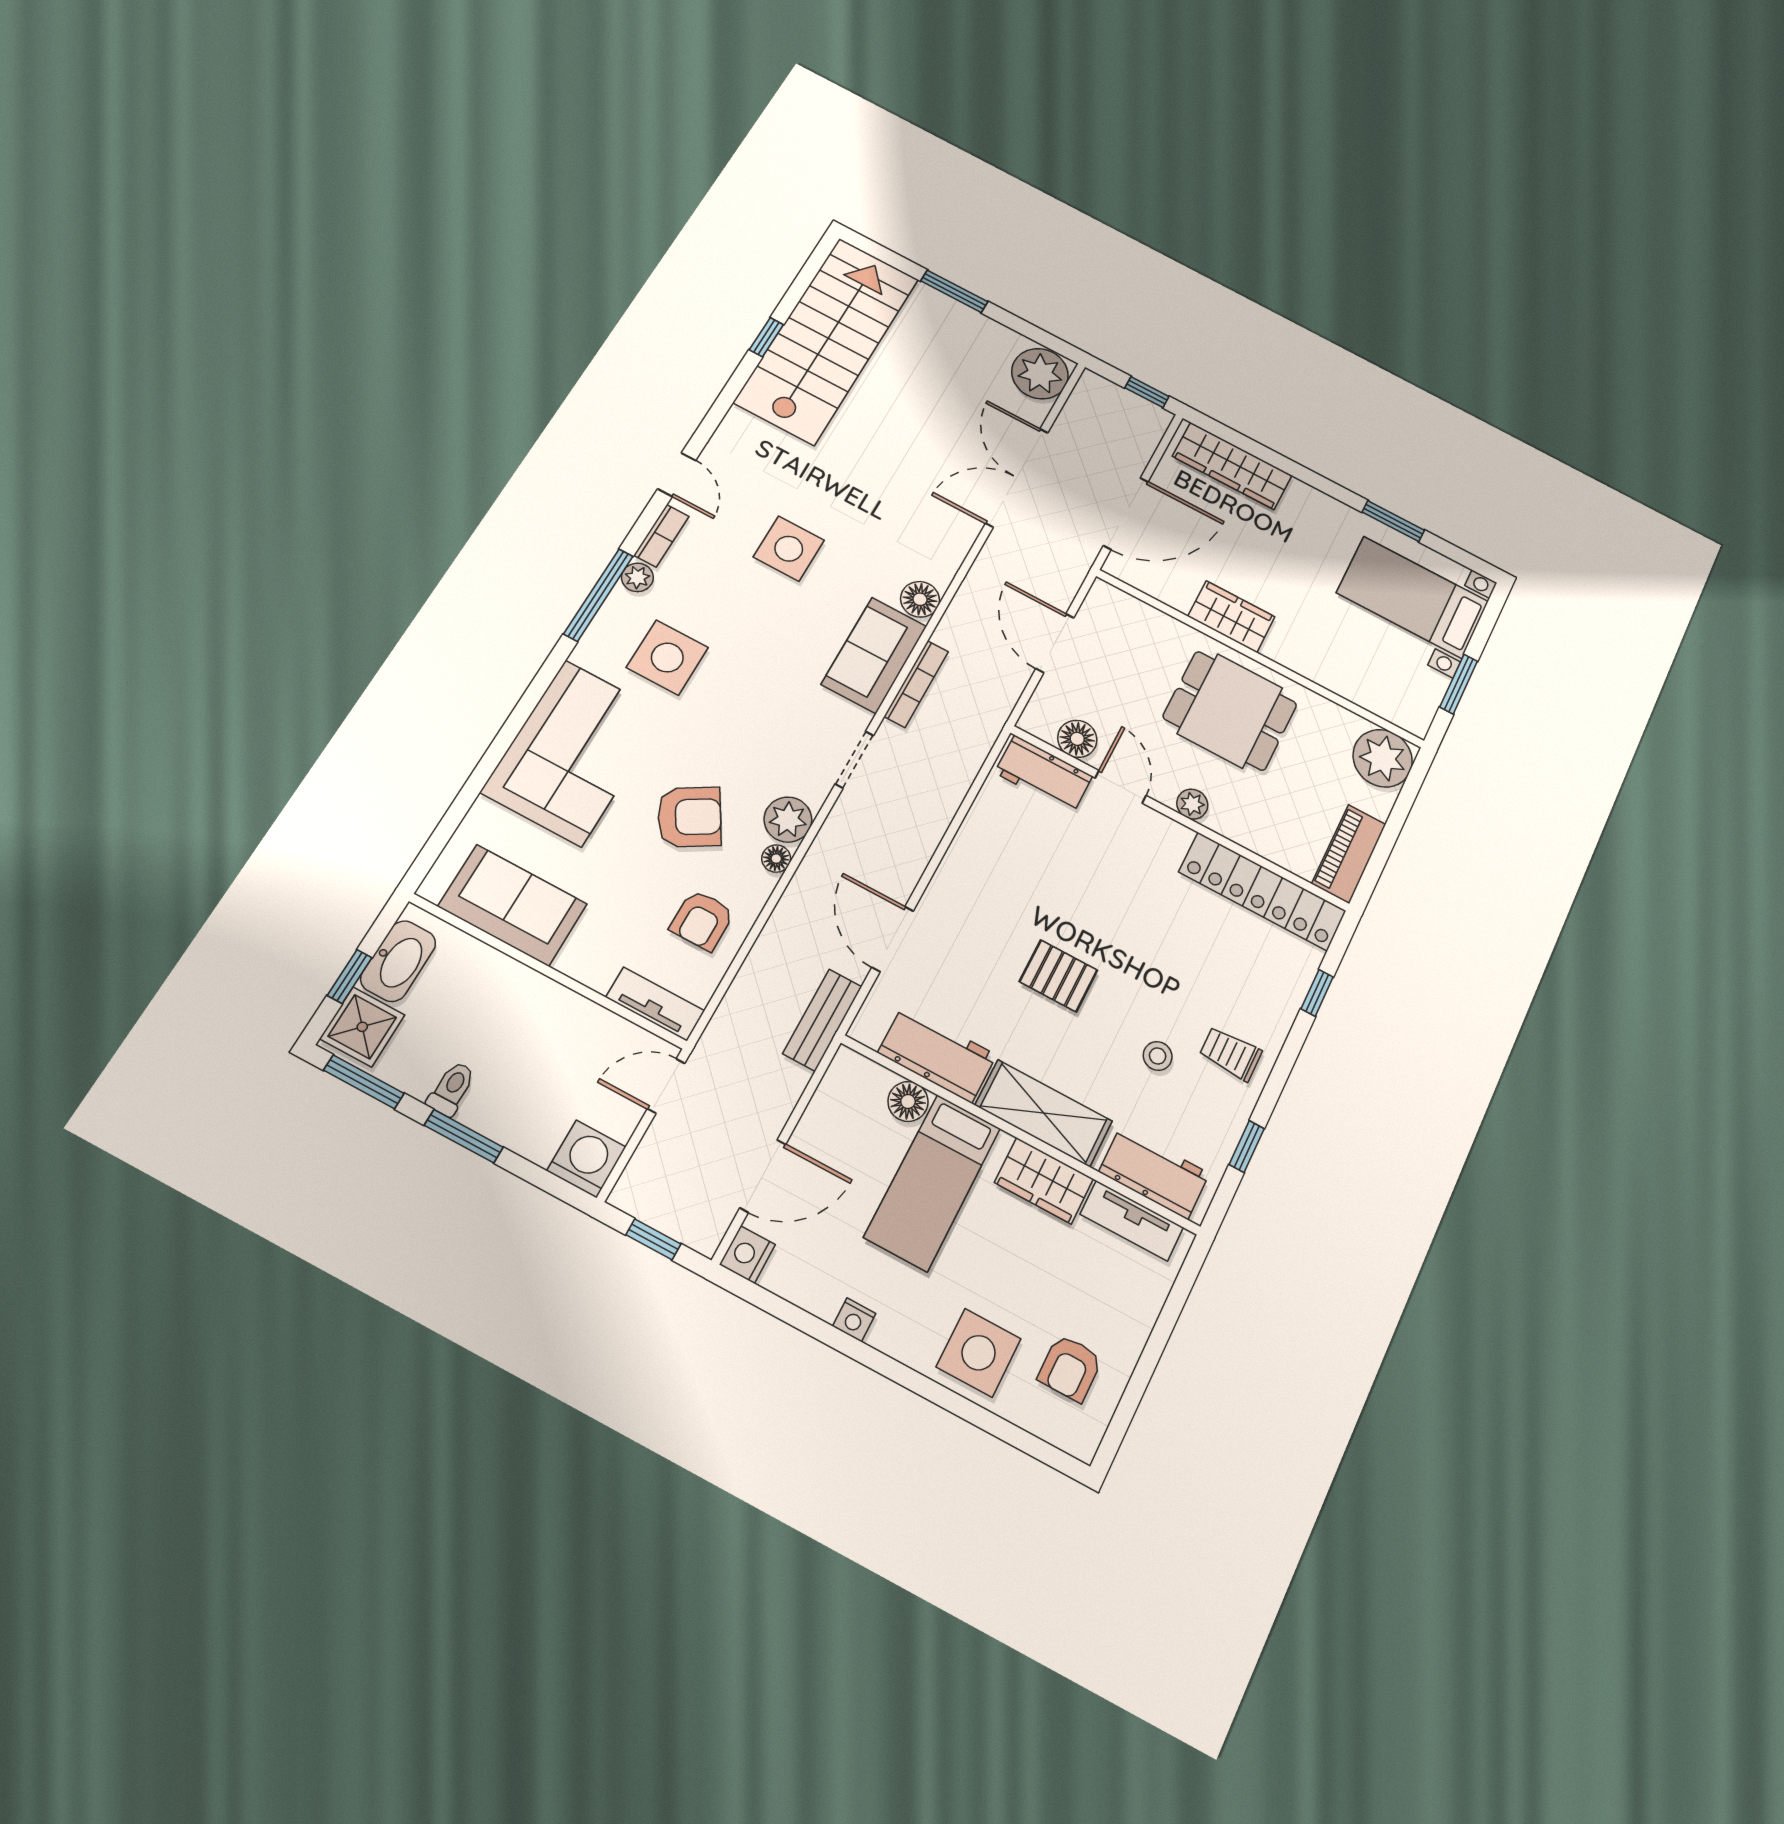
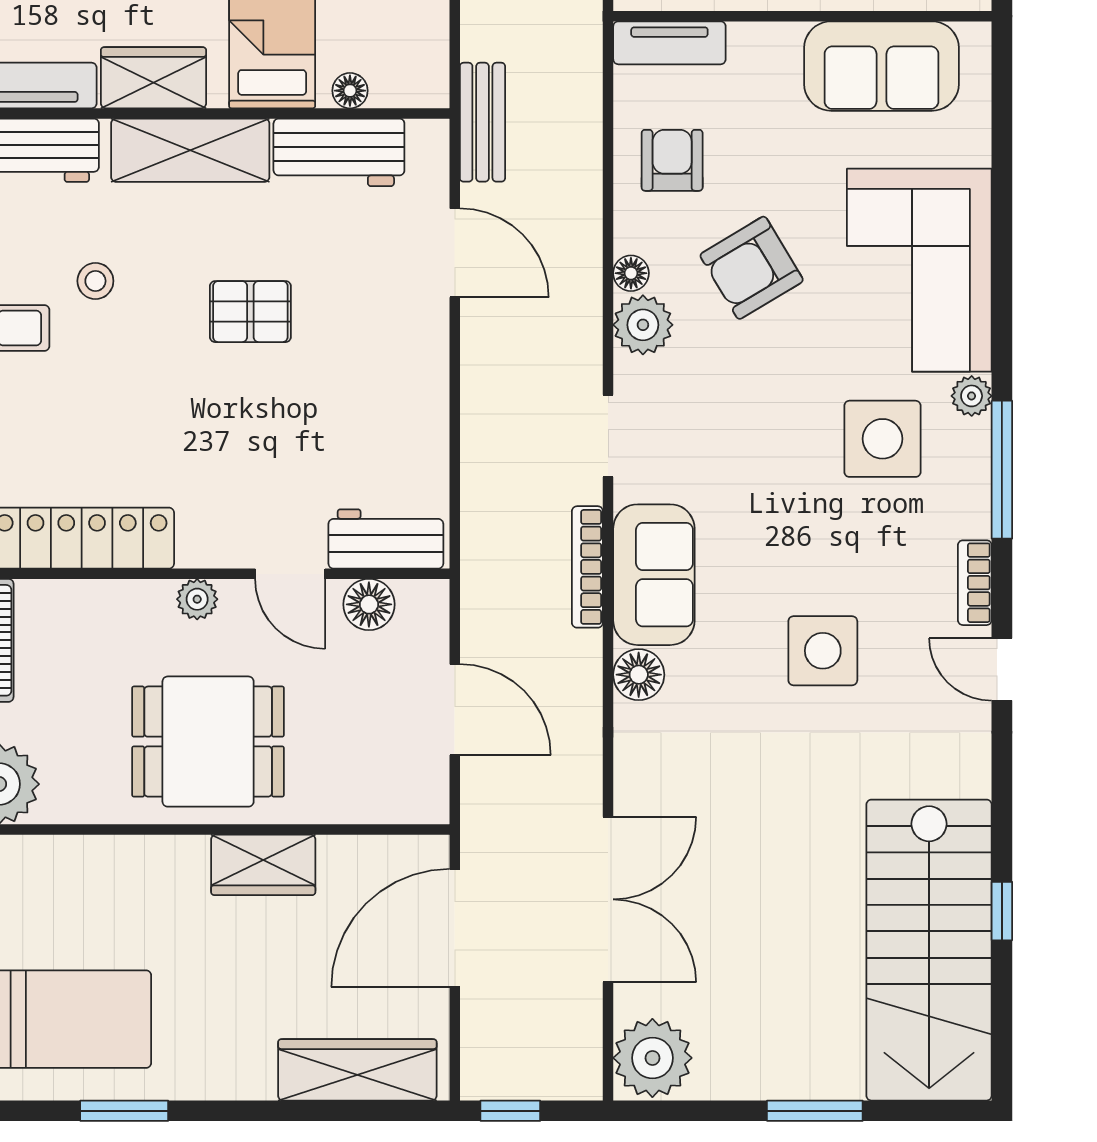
plant: (637, 577) -> (972, 396), moved
floor lamp: (908, 1101) -> (350, 91), width x0.73, depth x0.73

